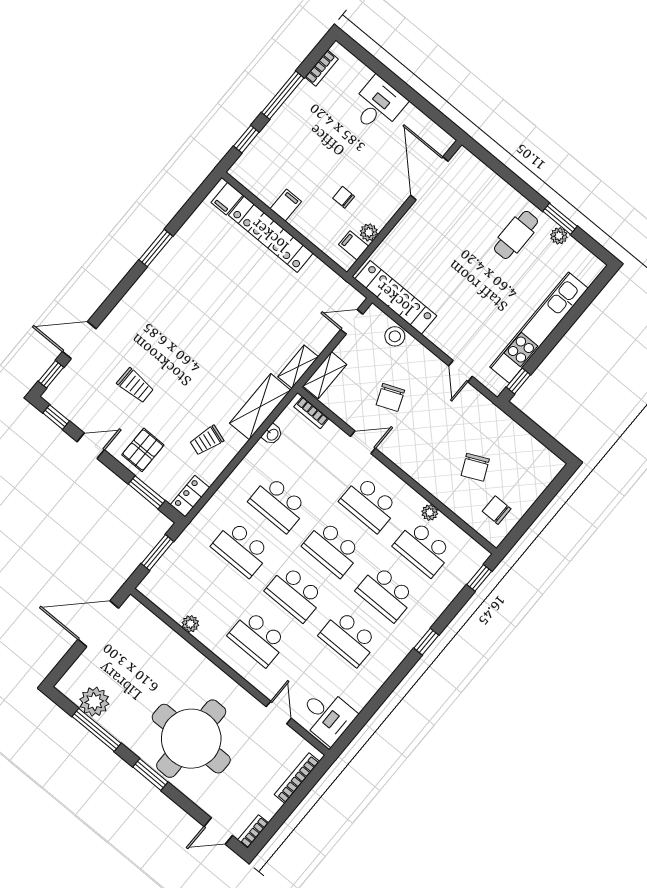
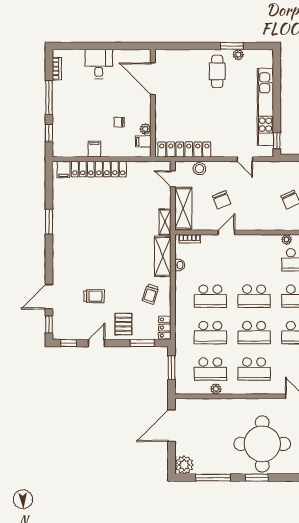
door: (352, 322) -> (173, 179), hinge flipped
shelving: (325, 375) -> (183, 208), width x1.50, depth x1.33
school desk: (369, 504) -> (210, 369), moved
plant: (94, 702) -> (184, 465), moved

